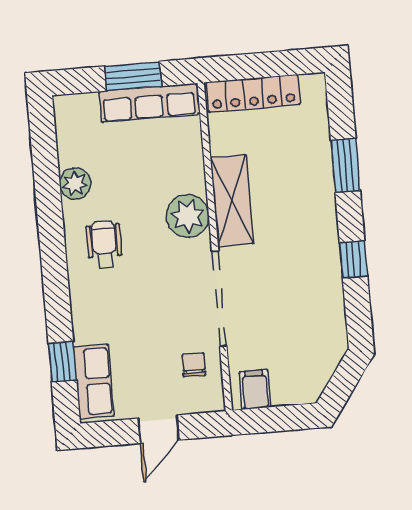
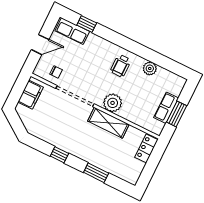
locker: (253, 93) -> (146, 148), width x0.66
row of seats: (149, 103) -> (166, 108), width x0.68
wheelchair: (104, 244) -> (121, 66), turned 90
filing cabinet: (255, 390) -> (30, 95), width x2.00
door: (159, 429) -> (40, 45), swing flipped

